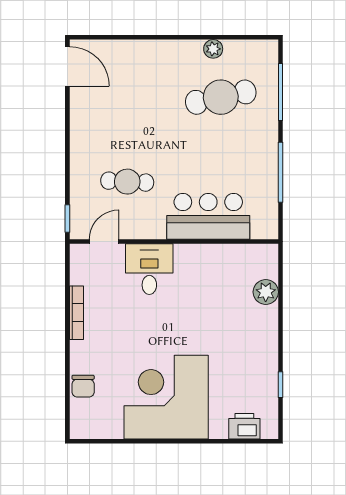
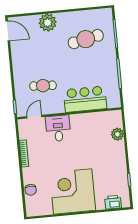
plant: (213, 49) -> (48, 23), moved, width x1.87, depth x1.87

